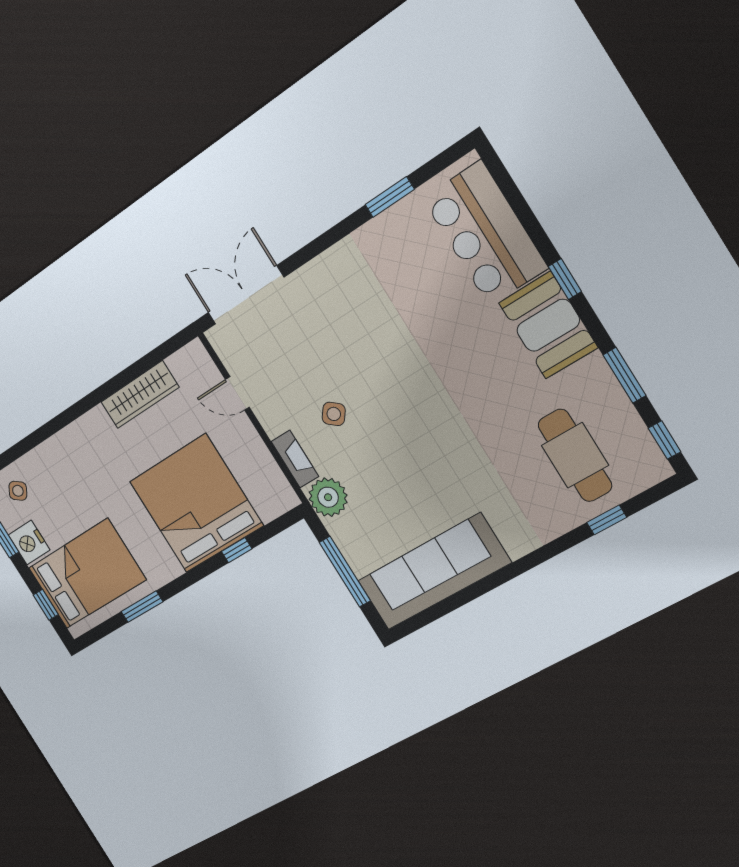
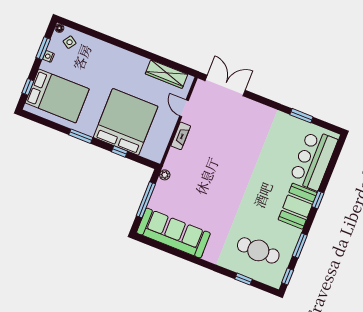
wardrobe: (140, 395) -> (166, 74), moved
side table: (334, 414) -> (205, 152), removed
cafe table: (575, 455) -> (258, 250), turned 90
fireplace: (295, 459) -> (181, 136), moved
plant: (328, 497) -> (165, 175), width x0.53, depth x0.53
nightstand: (29, 543) -> (48, 56), width x0.53, depth x0.56
window: (142, 607) -> (81, 136), moved

